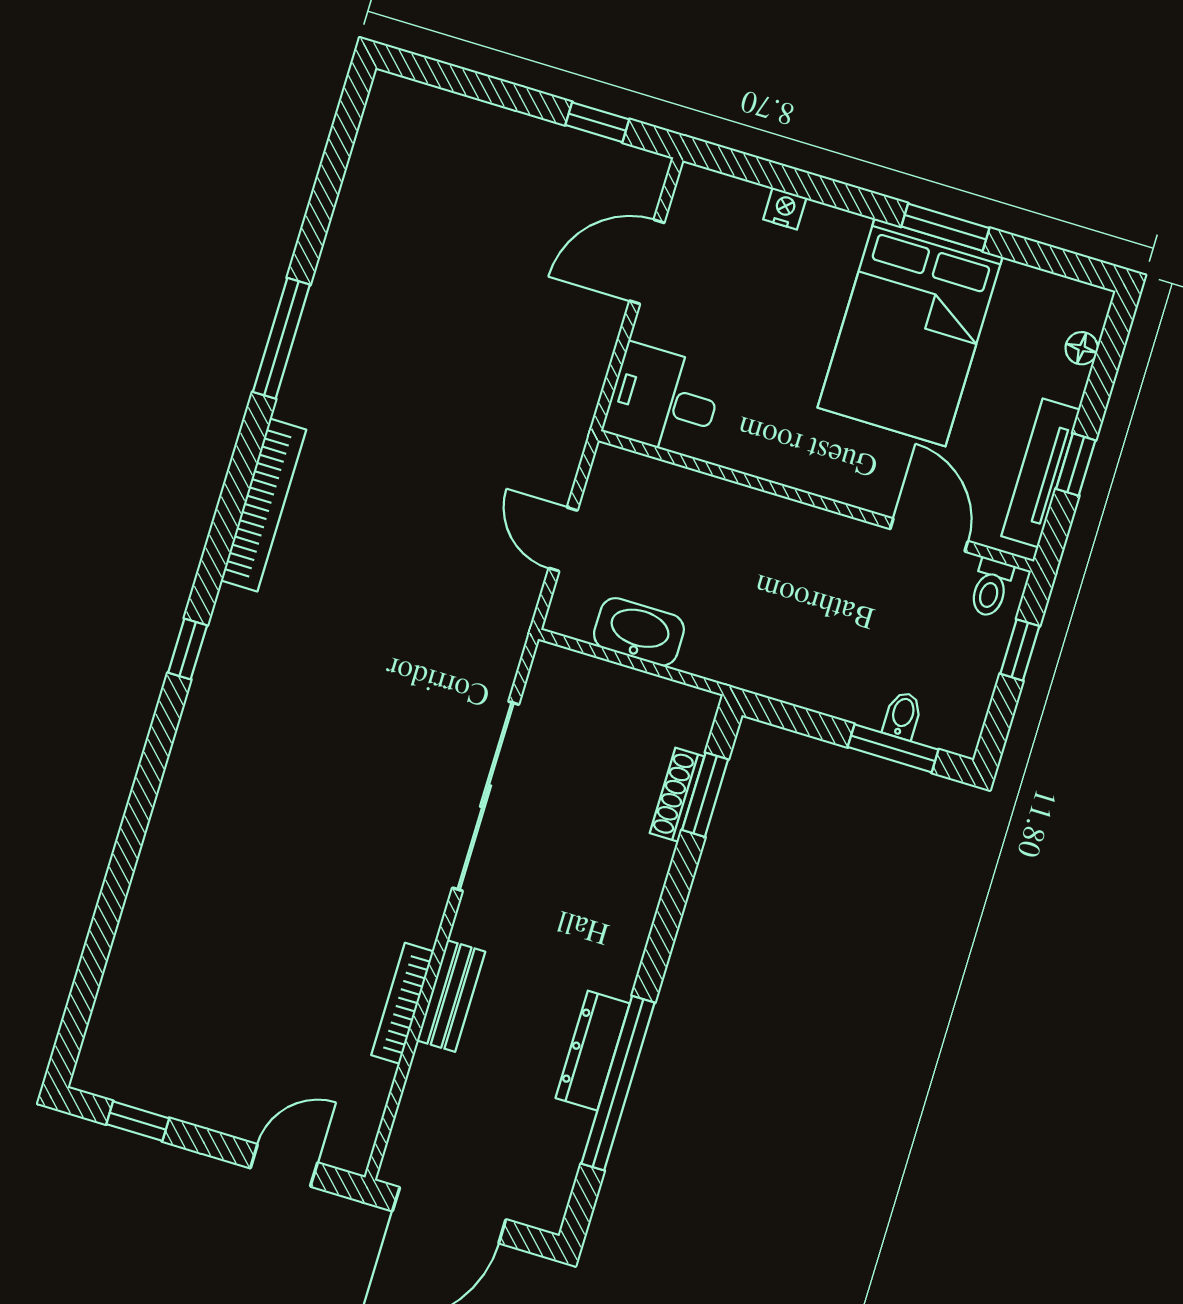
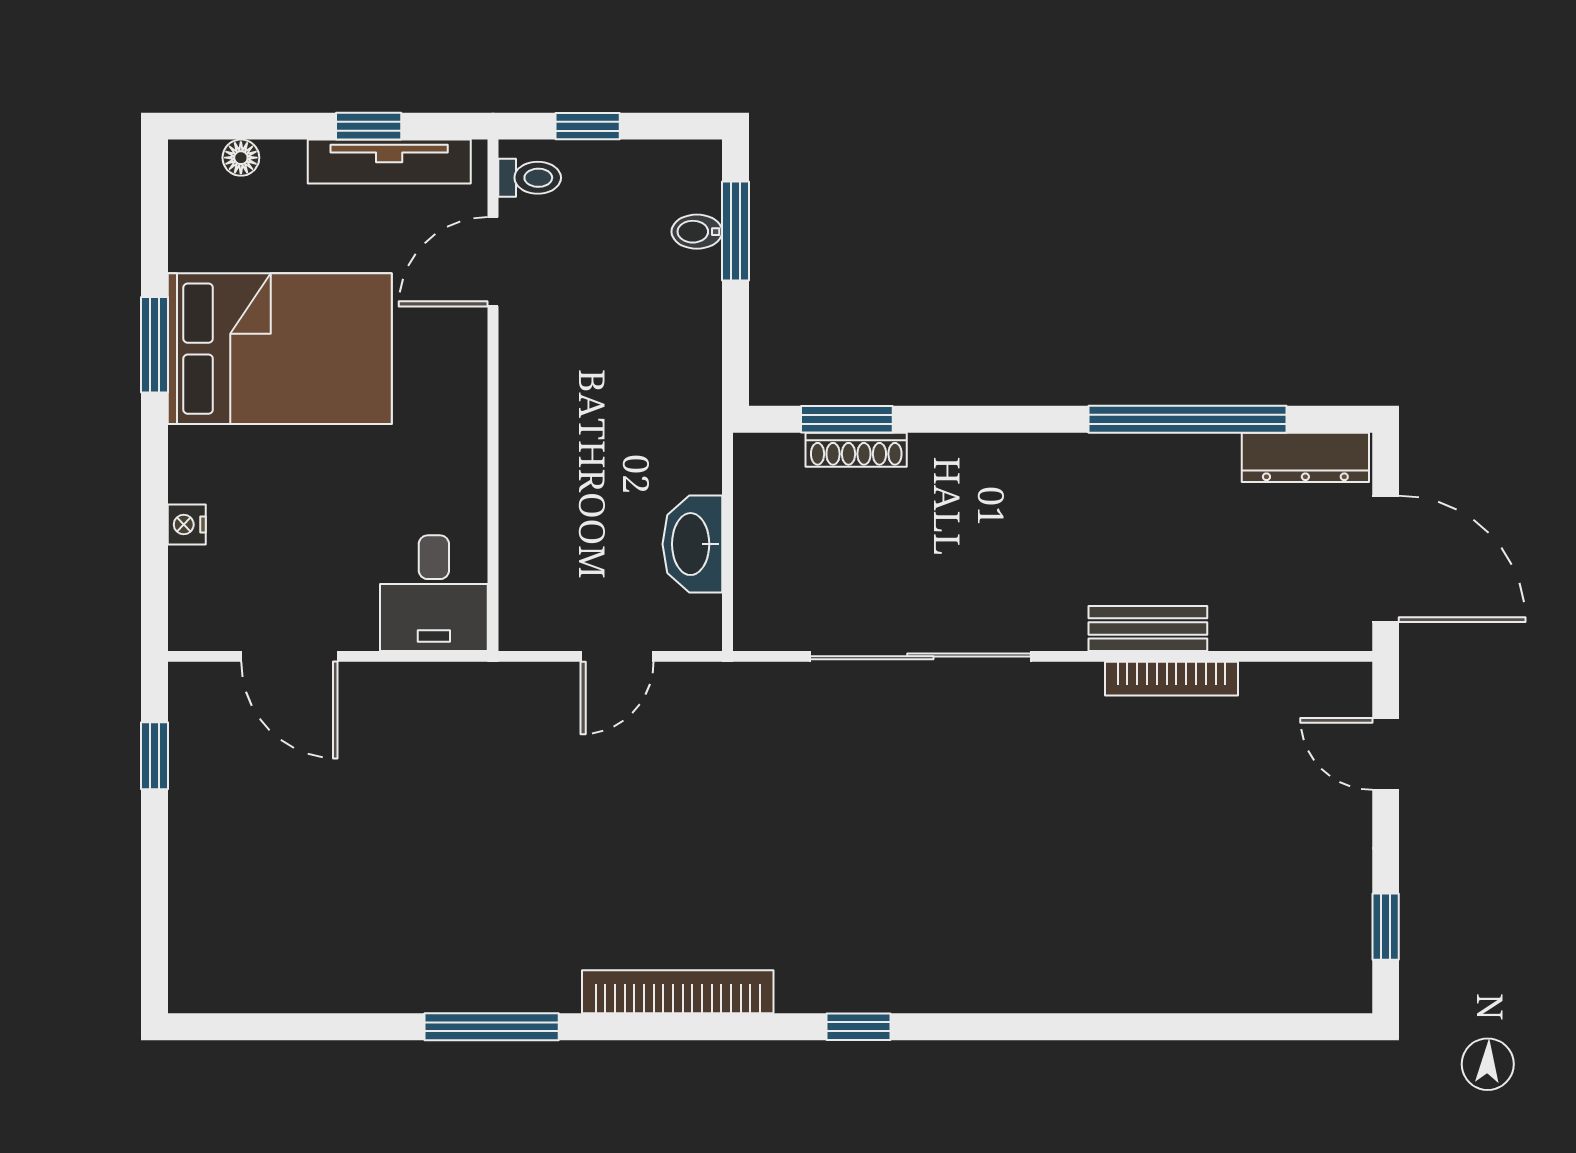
dresser: (593, 1051) -> (1305, 457), moved

